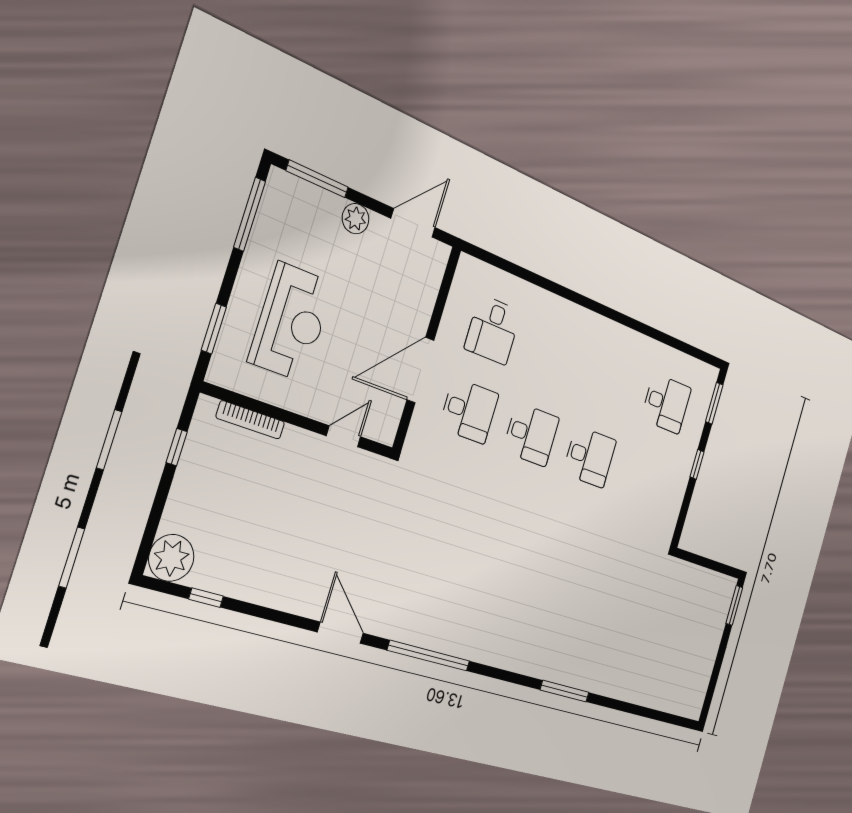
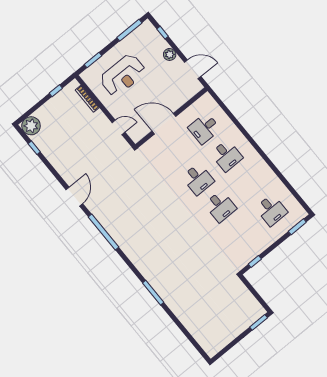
window: (317, 179) -> (163, 33), width x0.46
desk: (469, 411) -> (227, 156), moved
window: (697, 464) -> (255, 262), moved

